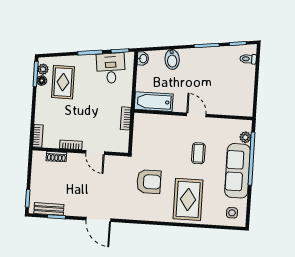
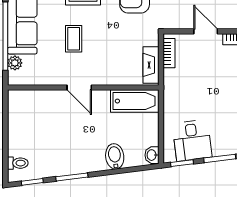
bookcase: (126, 118) -> (169, 53), moved
fireplace: (139, 129) -> (151, 65), added

